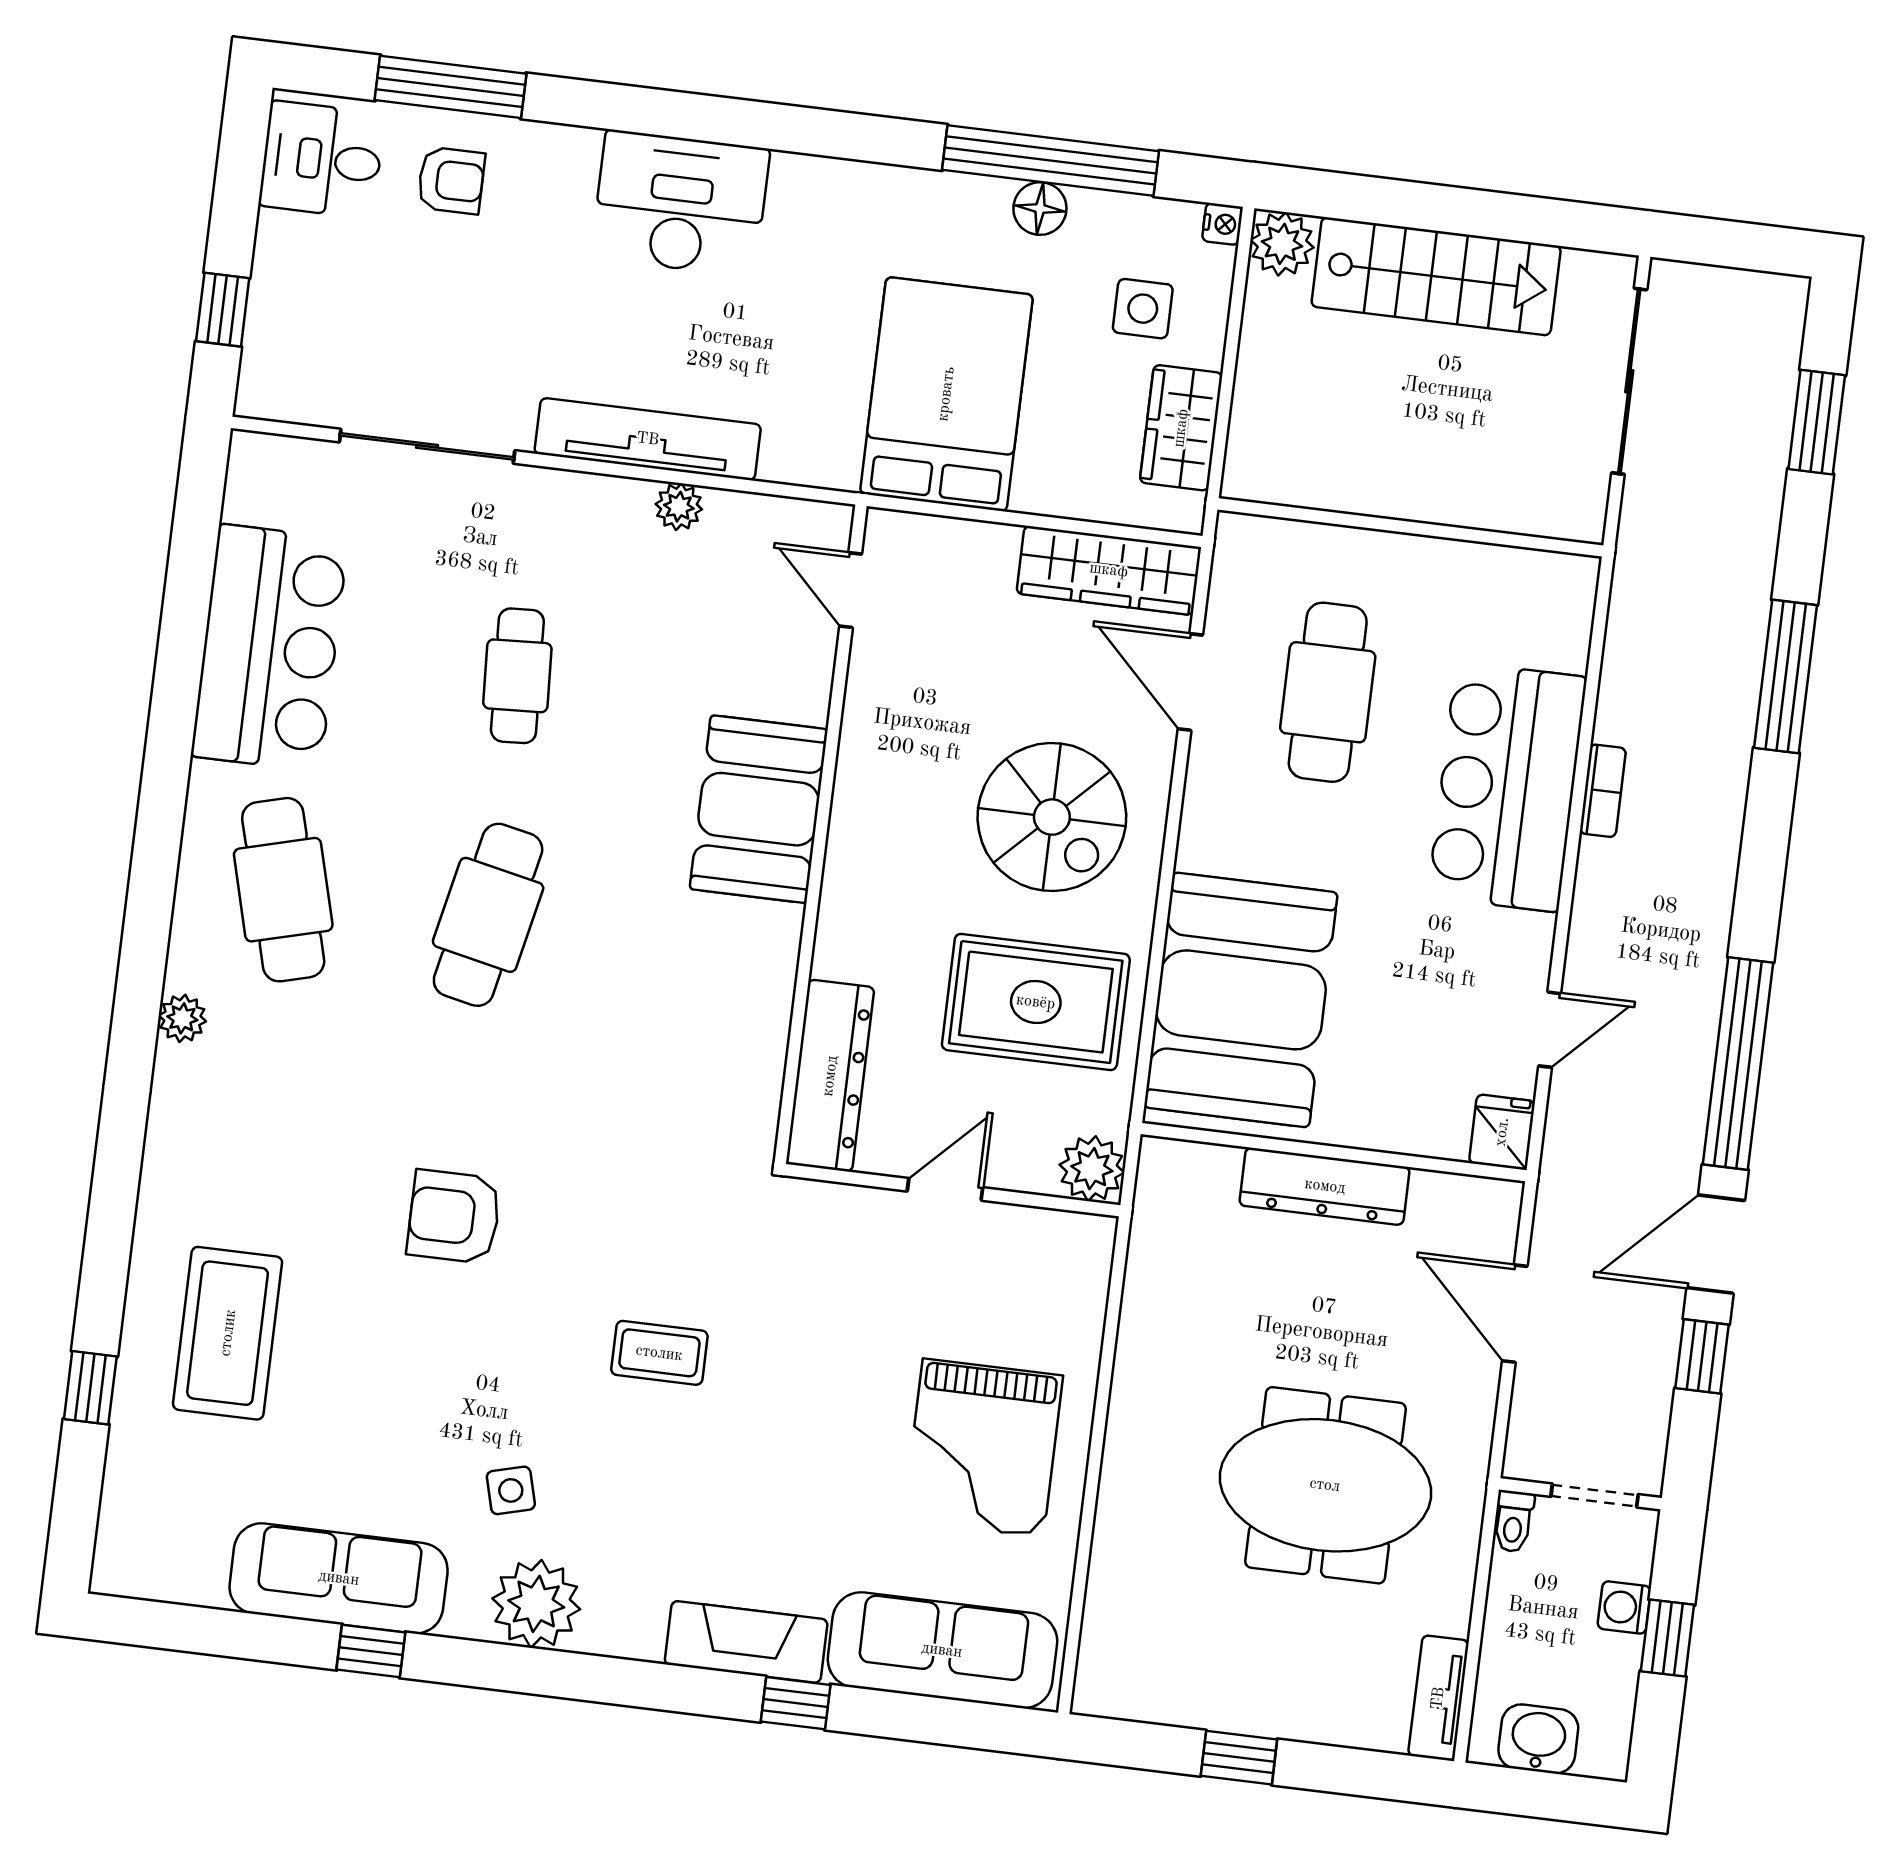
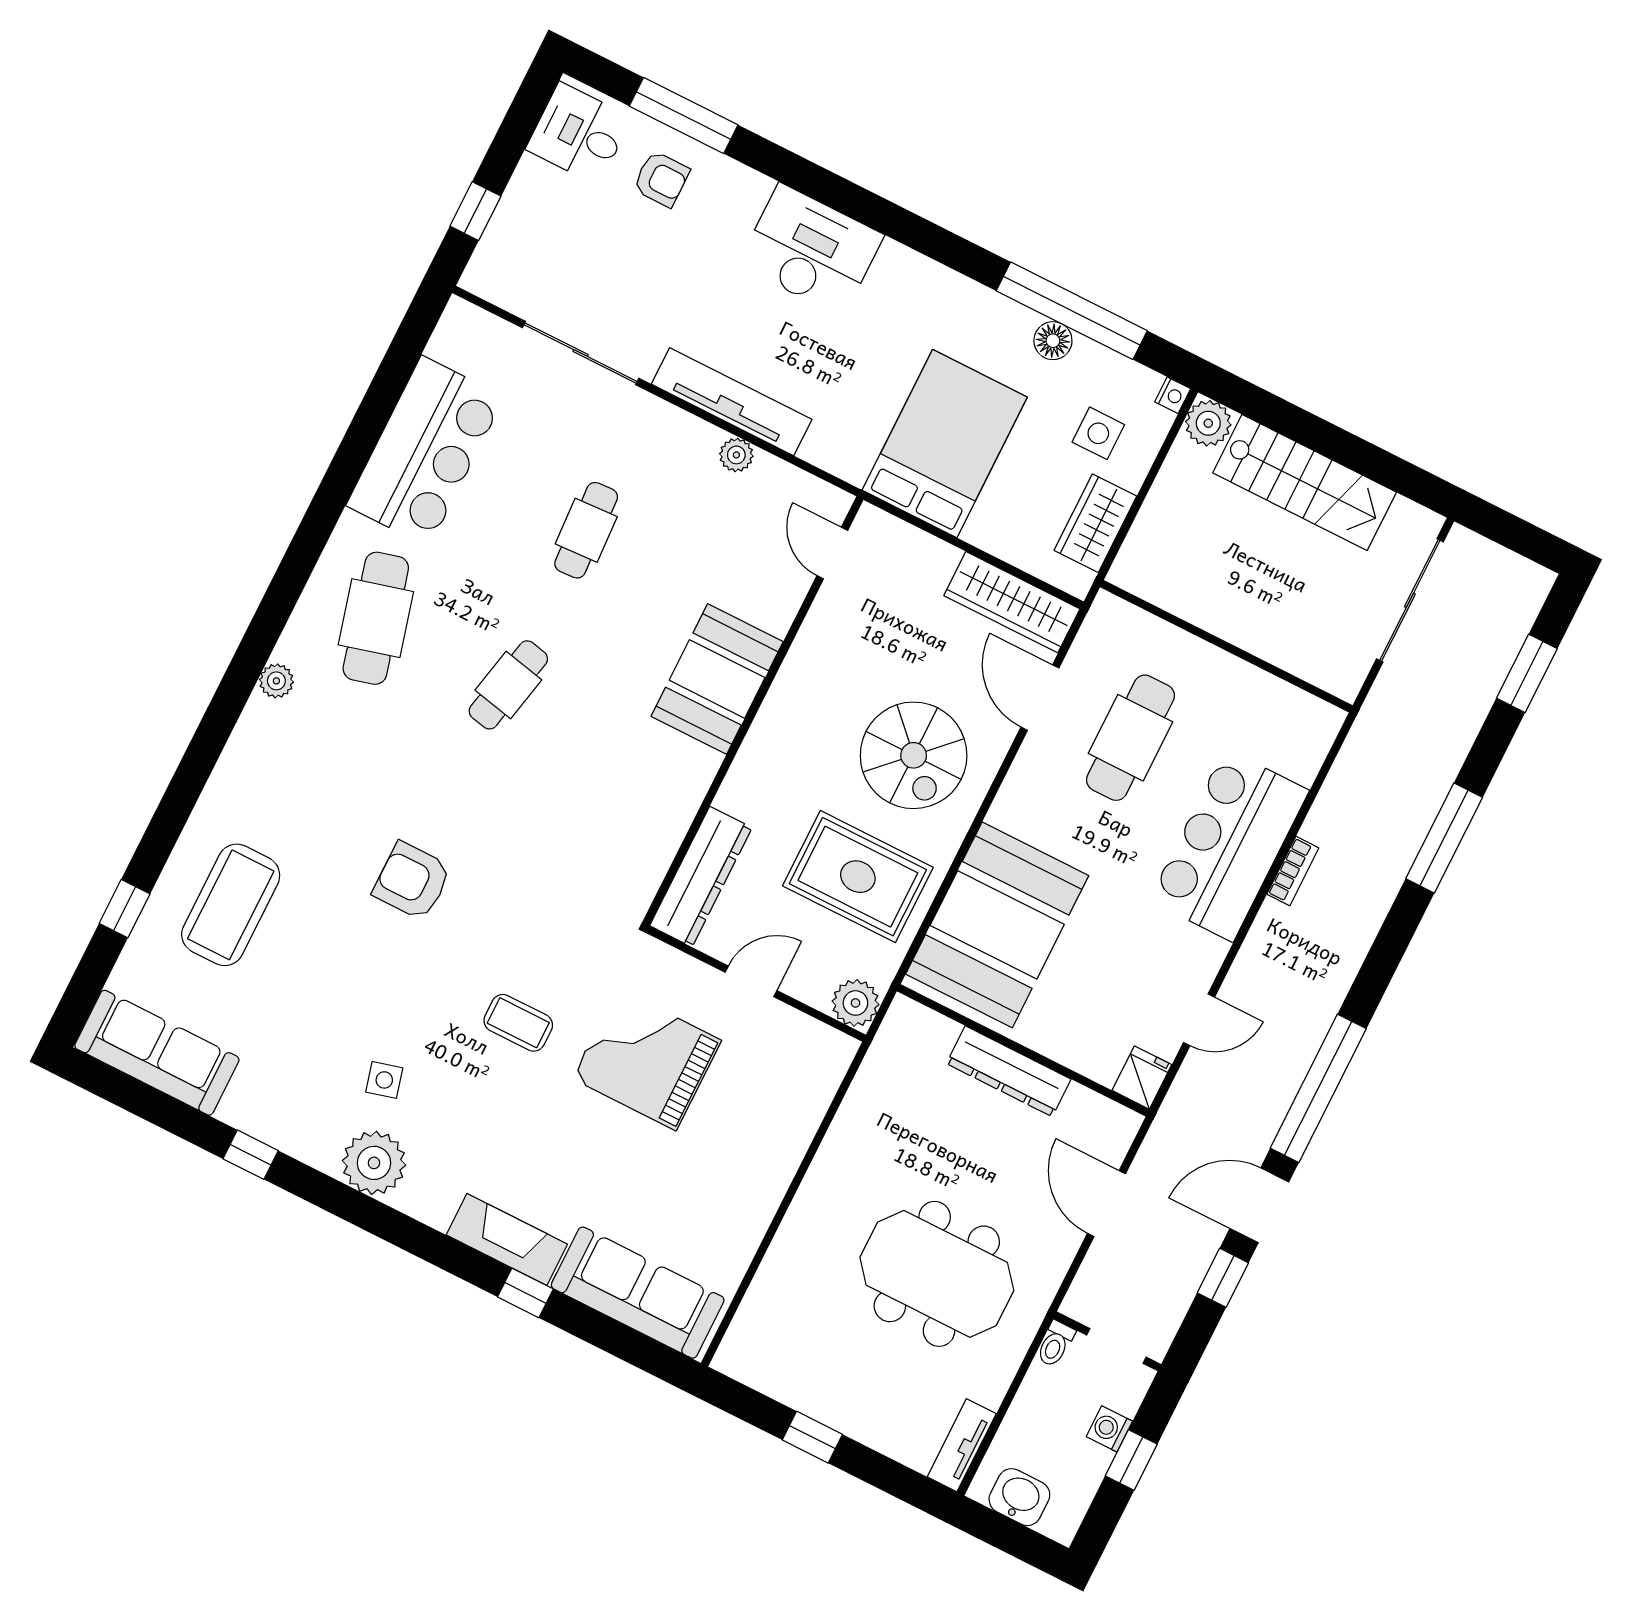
cafe table: (488, 915) -> (508, 685), width x0.73, depth x0.74
grand piano: (983, 1448) -> (647, 1059), moved, turned 90
sofa: (339, 1578) -> (157, 1053), moved

